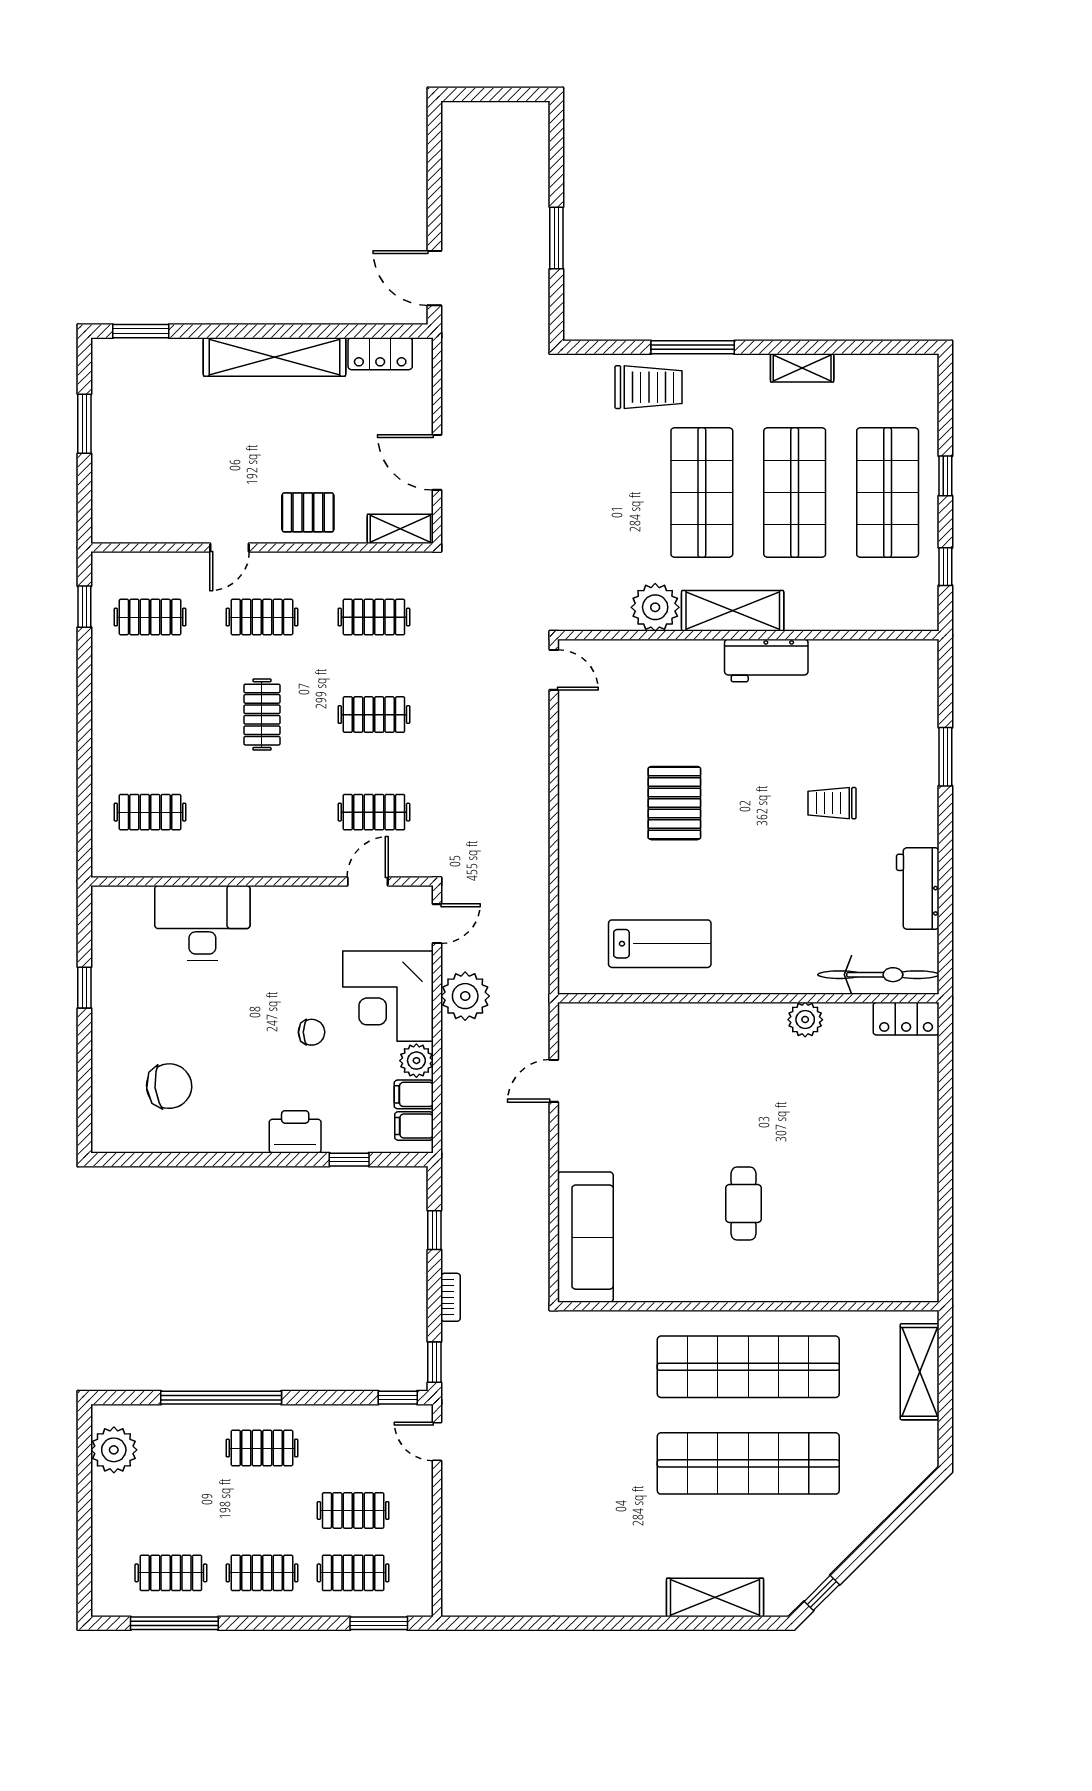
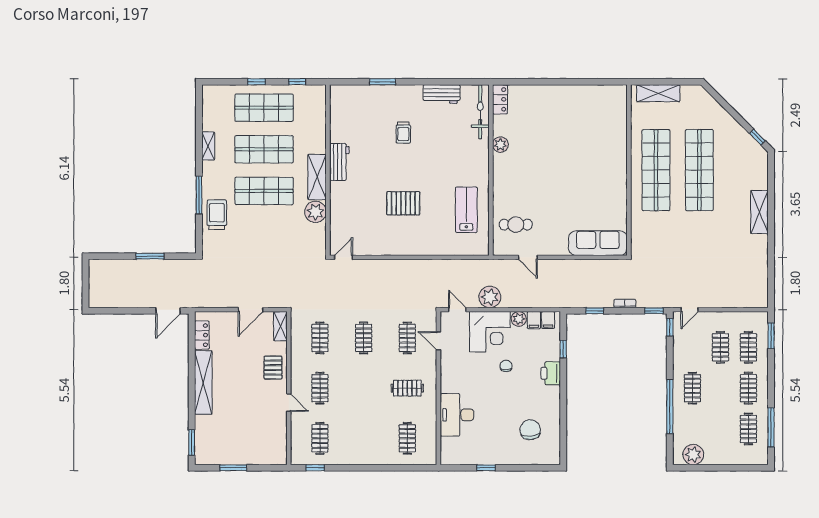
clothes rail: (262, 715) -> (407, 388), moved
cafe table: (743, 1204) -> (516, 225), moved
shelving: (715, 1597) -> (759, 212), moved

